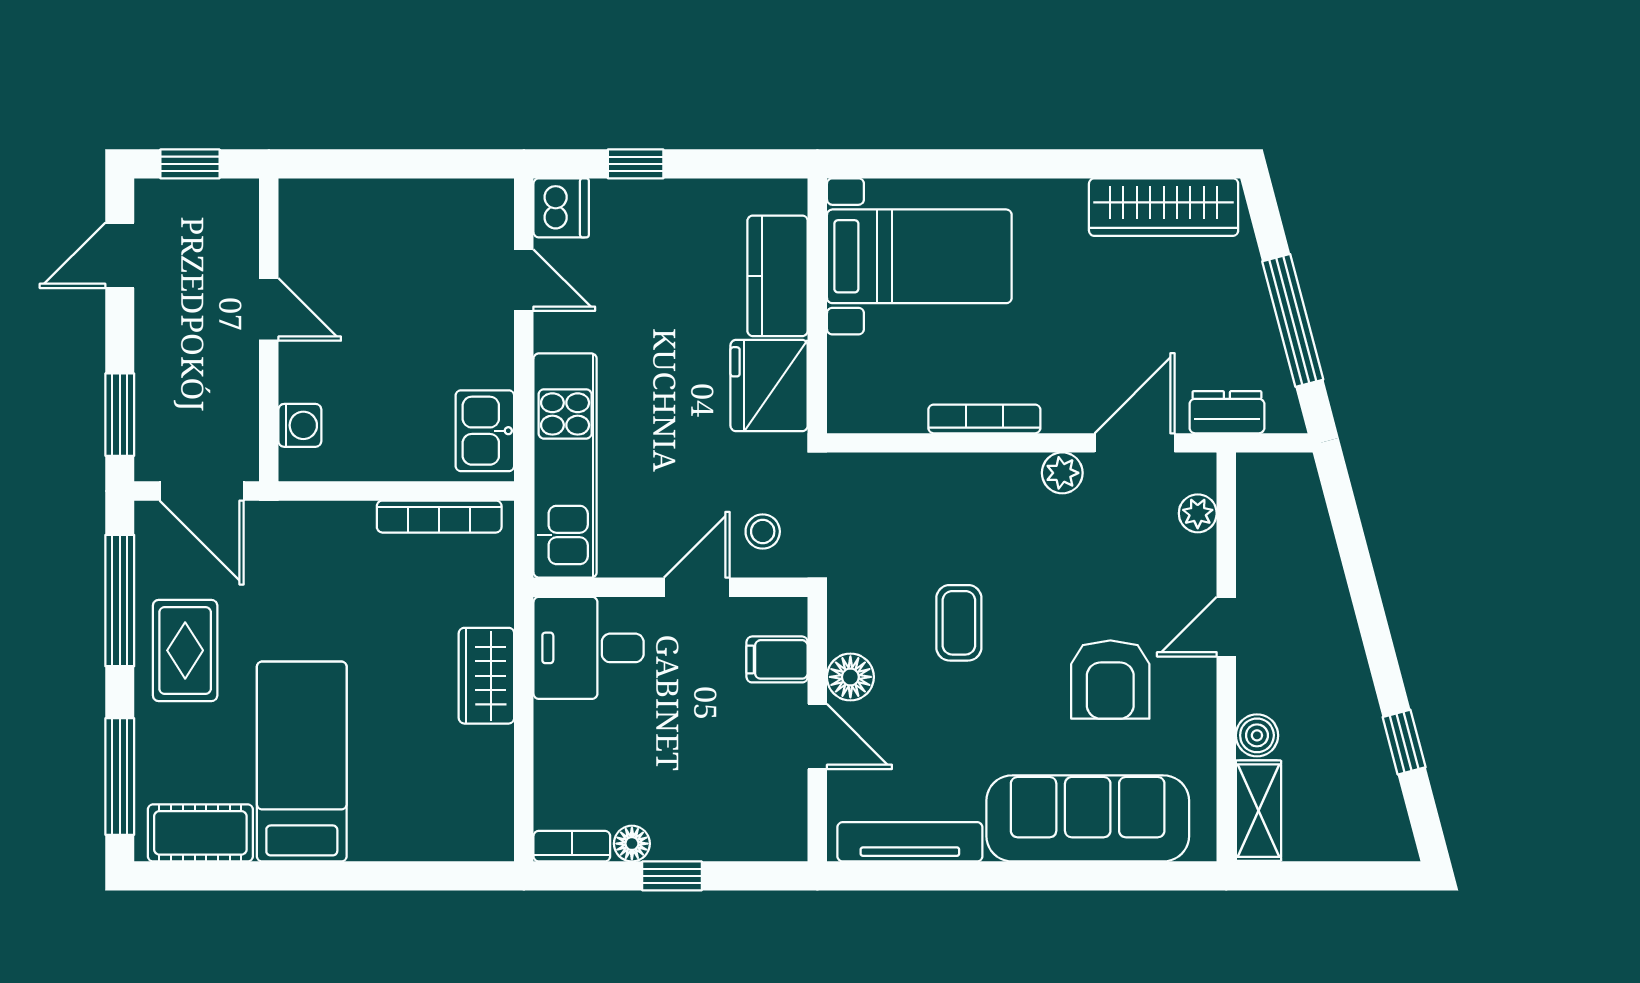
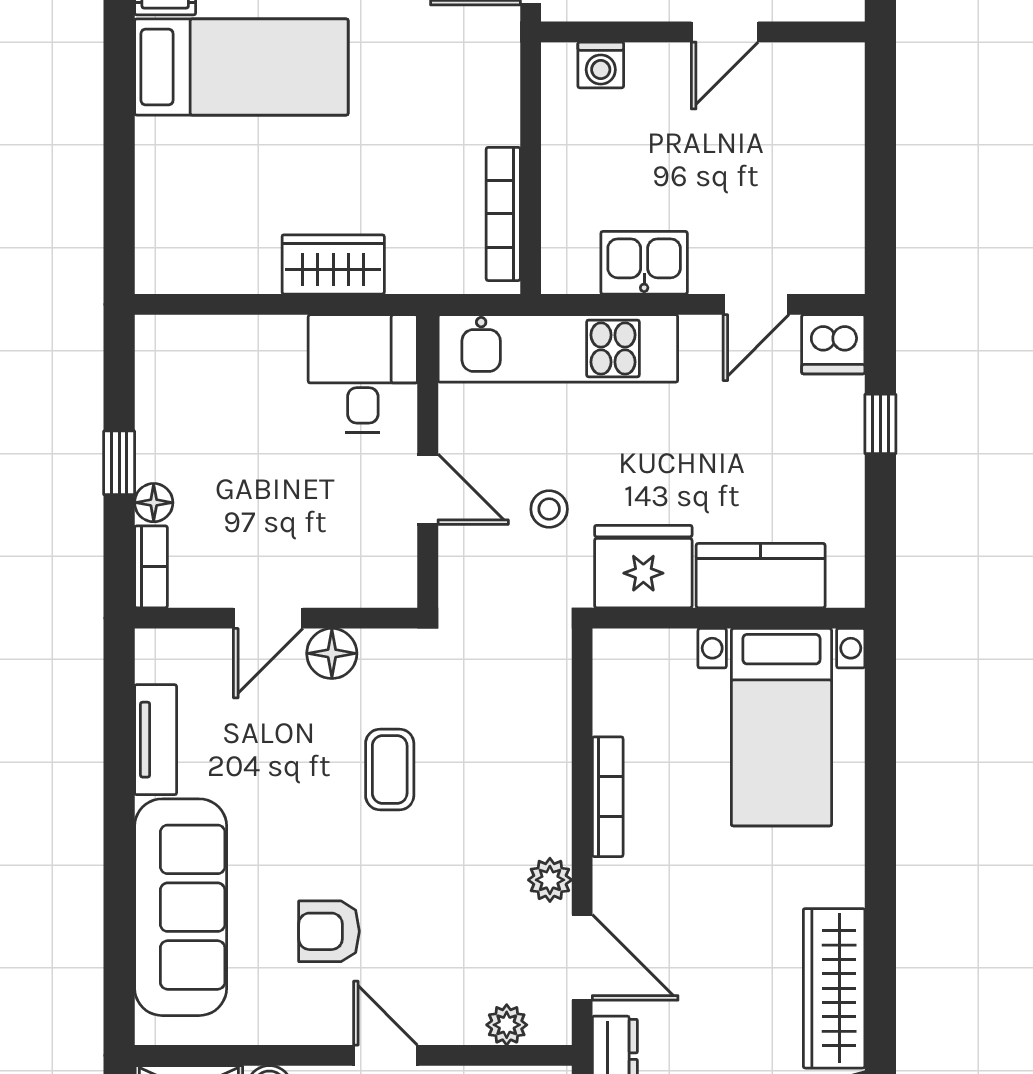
kitchen sink: (485, 431) -> (644, 263), moved
stool: (763, 531) -> (549, 509), moved
coffee table: (959, 623) -> (390, 769), turned 90
filing cabinet: (777, 659) -> (351, 575), removed
armchair: (1110, 680) -> (329, 931), width x0.72, depth x0.72
tv unit: (910, 842) -> (156, 740), width x0.71
floor lamp: (632, 844) -> (154, 503), moved
bookcase: (572, 846) -> (151, 567), moved

